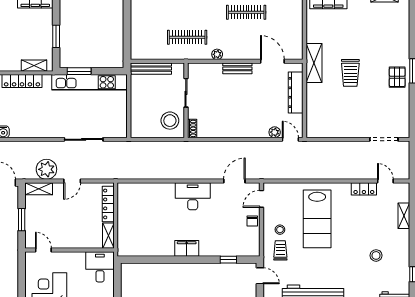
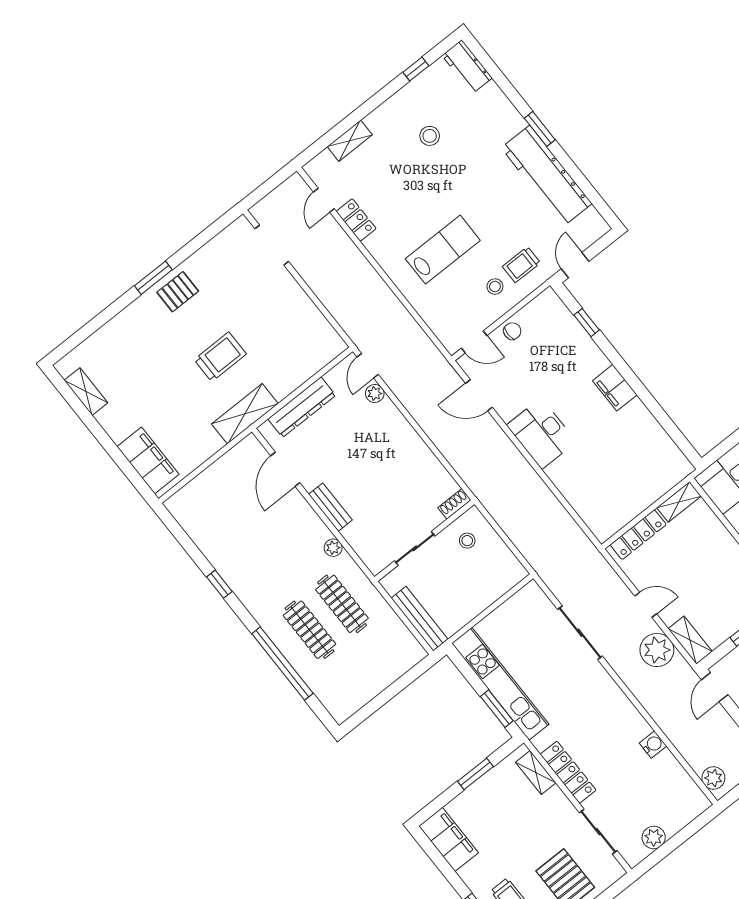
clothes rail: (246, 12) -> (310, 630), moved
stool: (170, 121) -> (467, 541), width x0.53, depth x0.53
lab bench: (317, 219) -> (443, 250), width x0.73, depth x0.72

